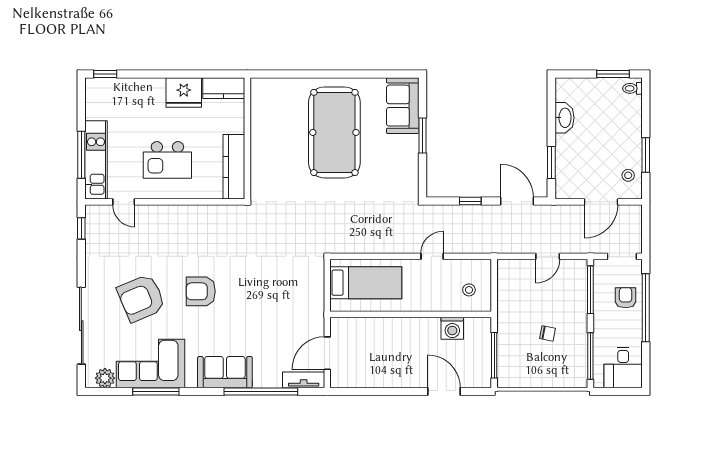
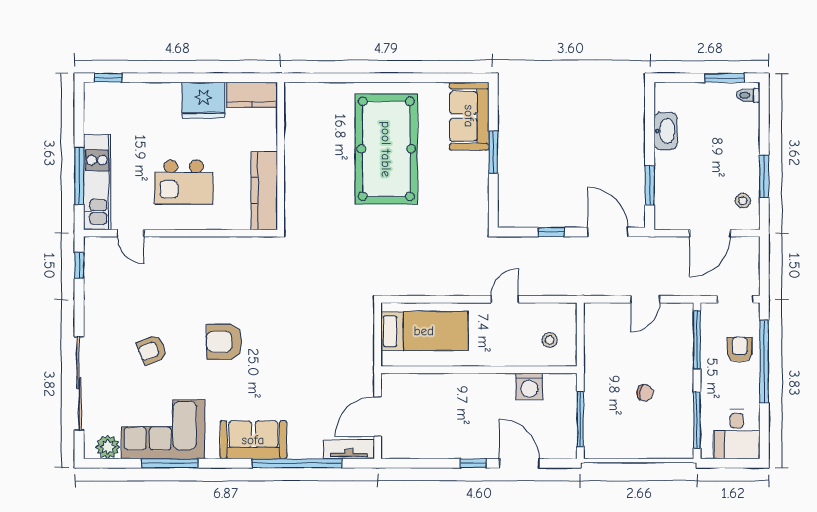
armchair: (141, 298) -> (152, 350), width x0.53, depth x0.53
window: (406, 392) -> (473, 463), added

